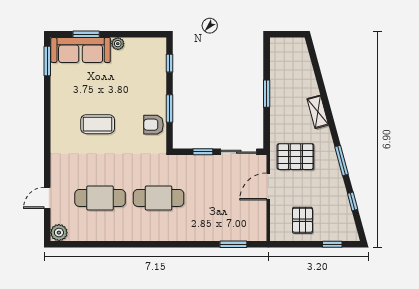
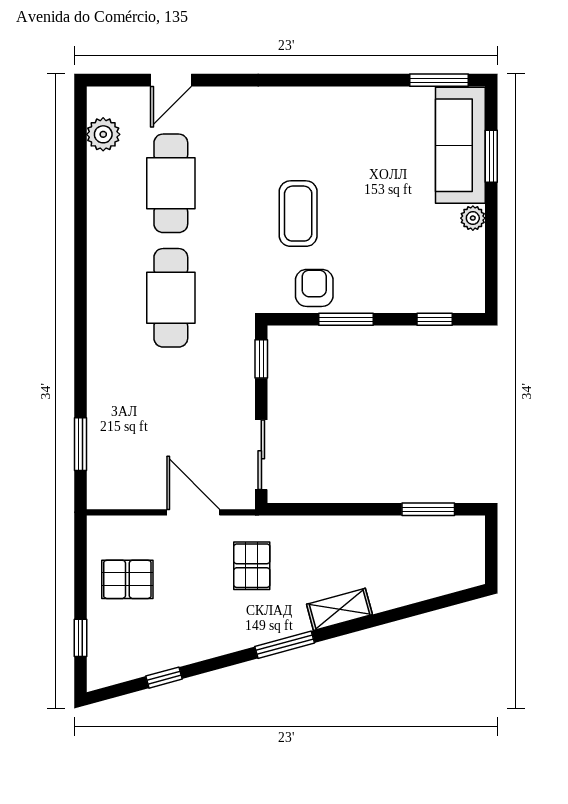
window: (267, 94) -> (428, 509), moved
coffee table: (98, 124) -> (298, 214), moved
window: (203, 152) -> (261, 359), moved
pallet: (295, 157) -> (252, 566), width x0.67, depth x0.71
window: (342, 161) -> (285, 645), moved
door: (47, 198) -> (171, 80), swing flipped
plant: (59, 233) -> (103, 134), moved

